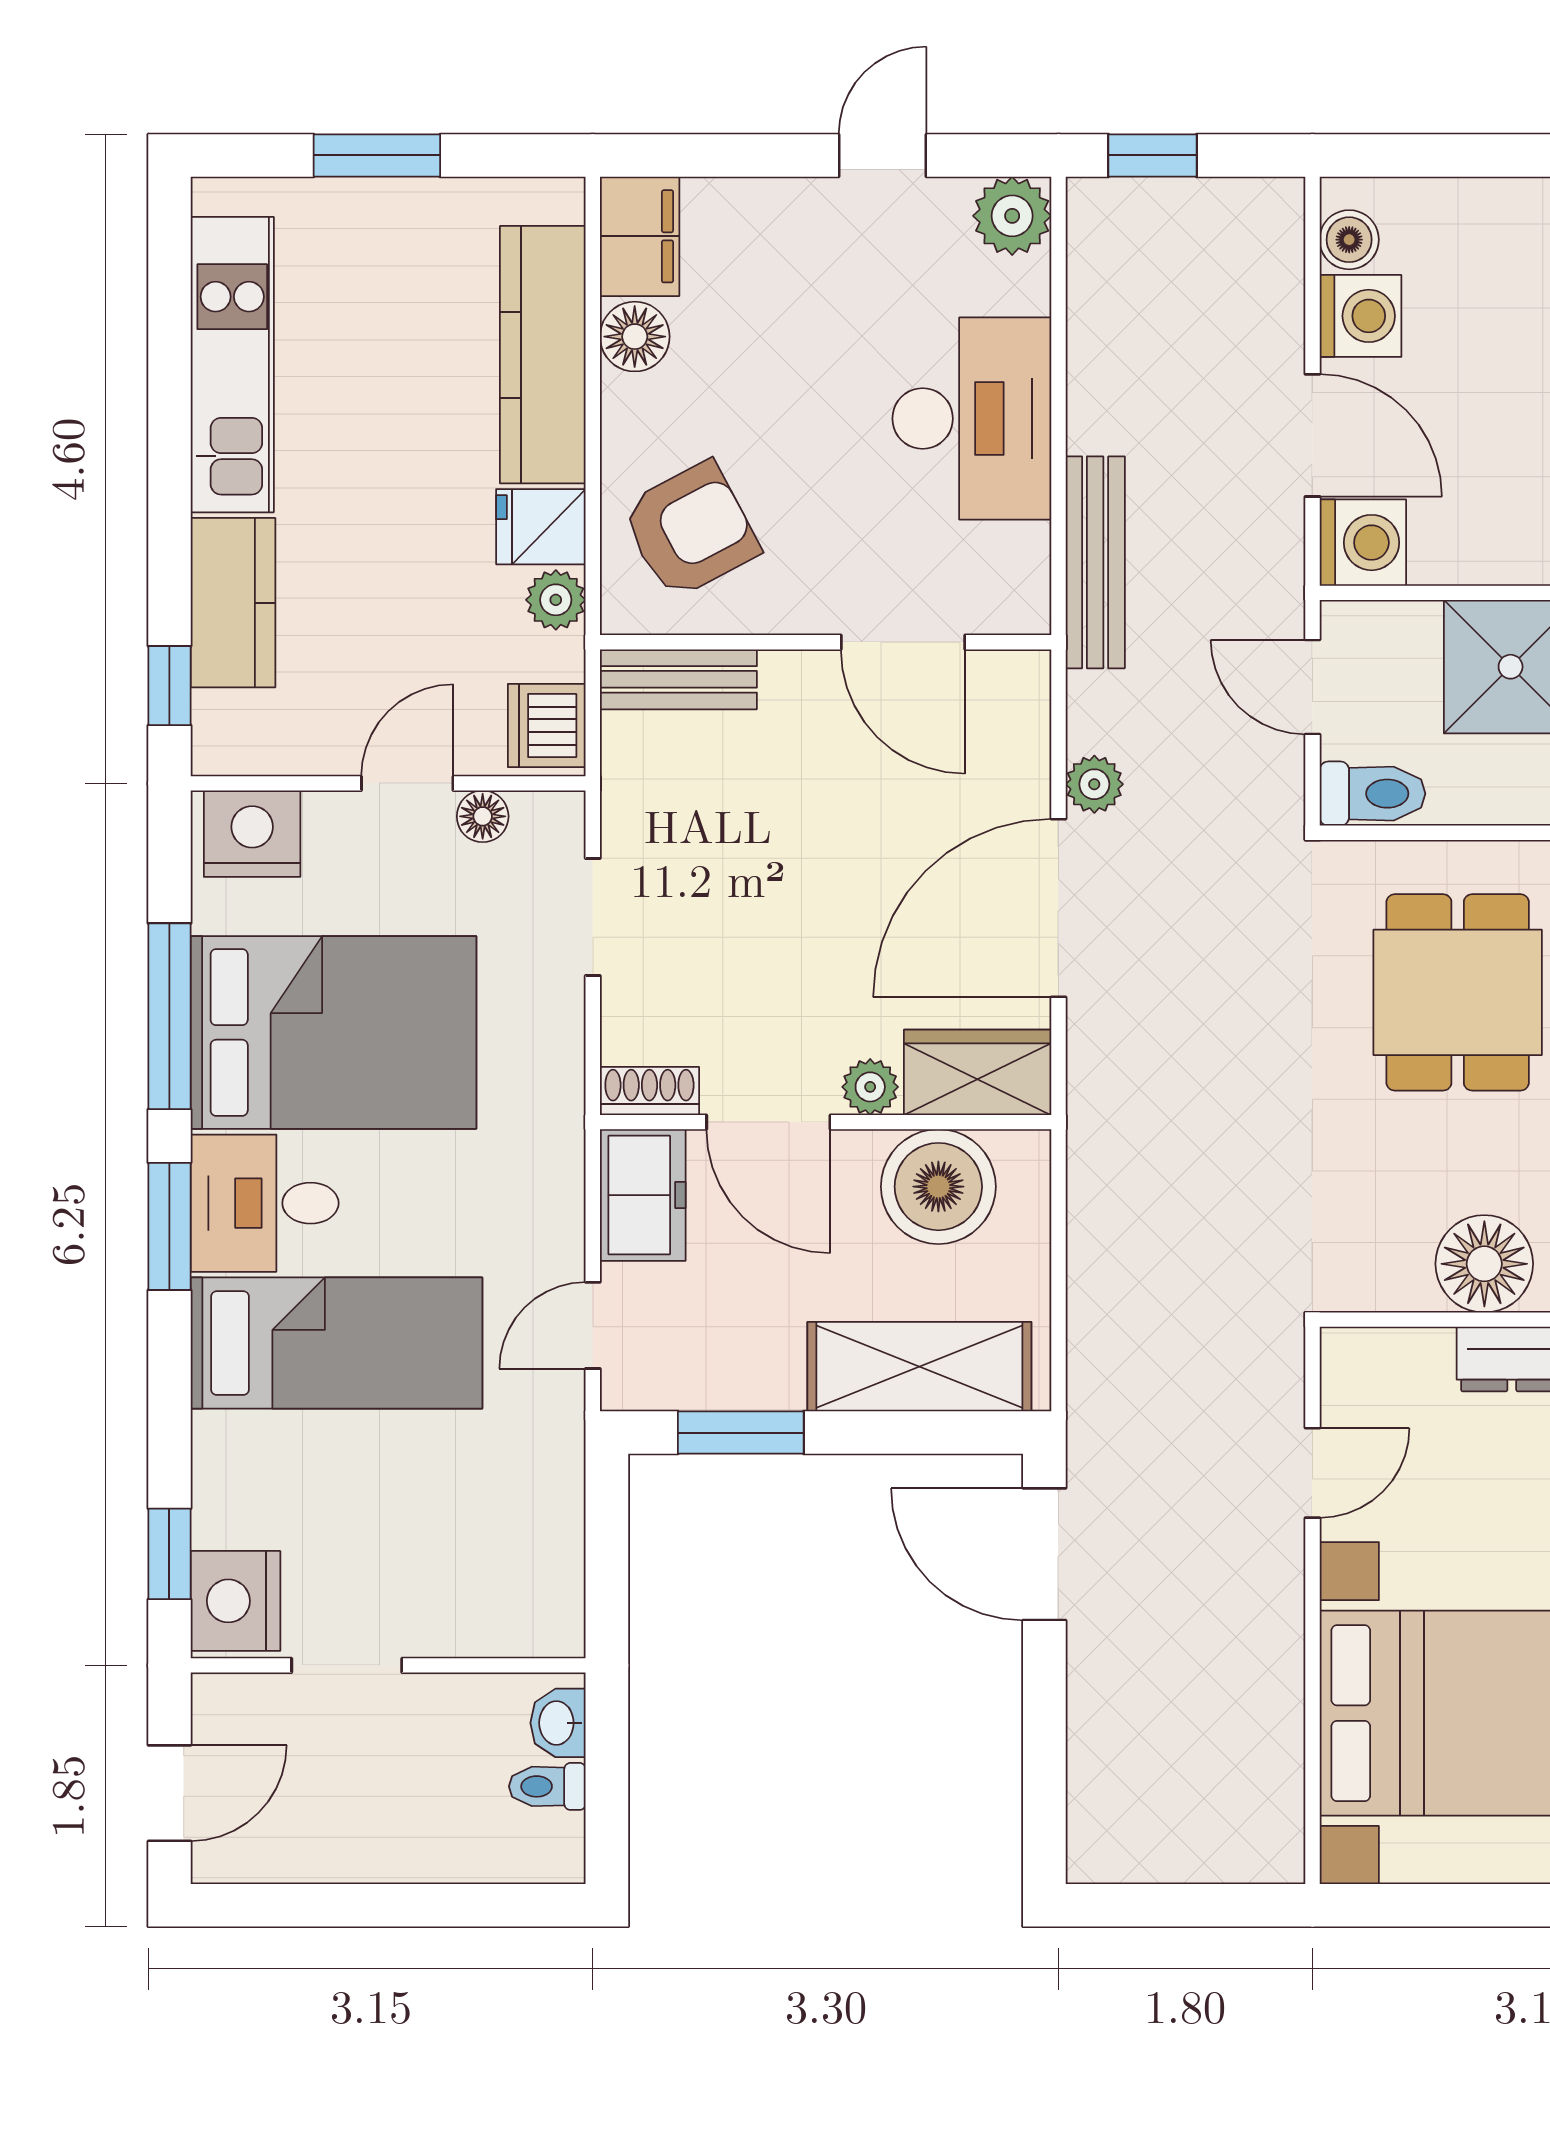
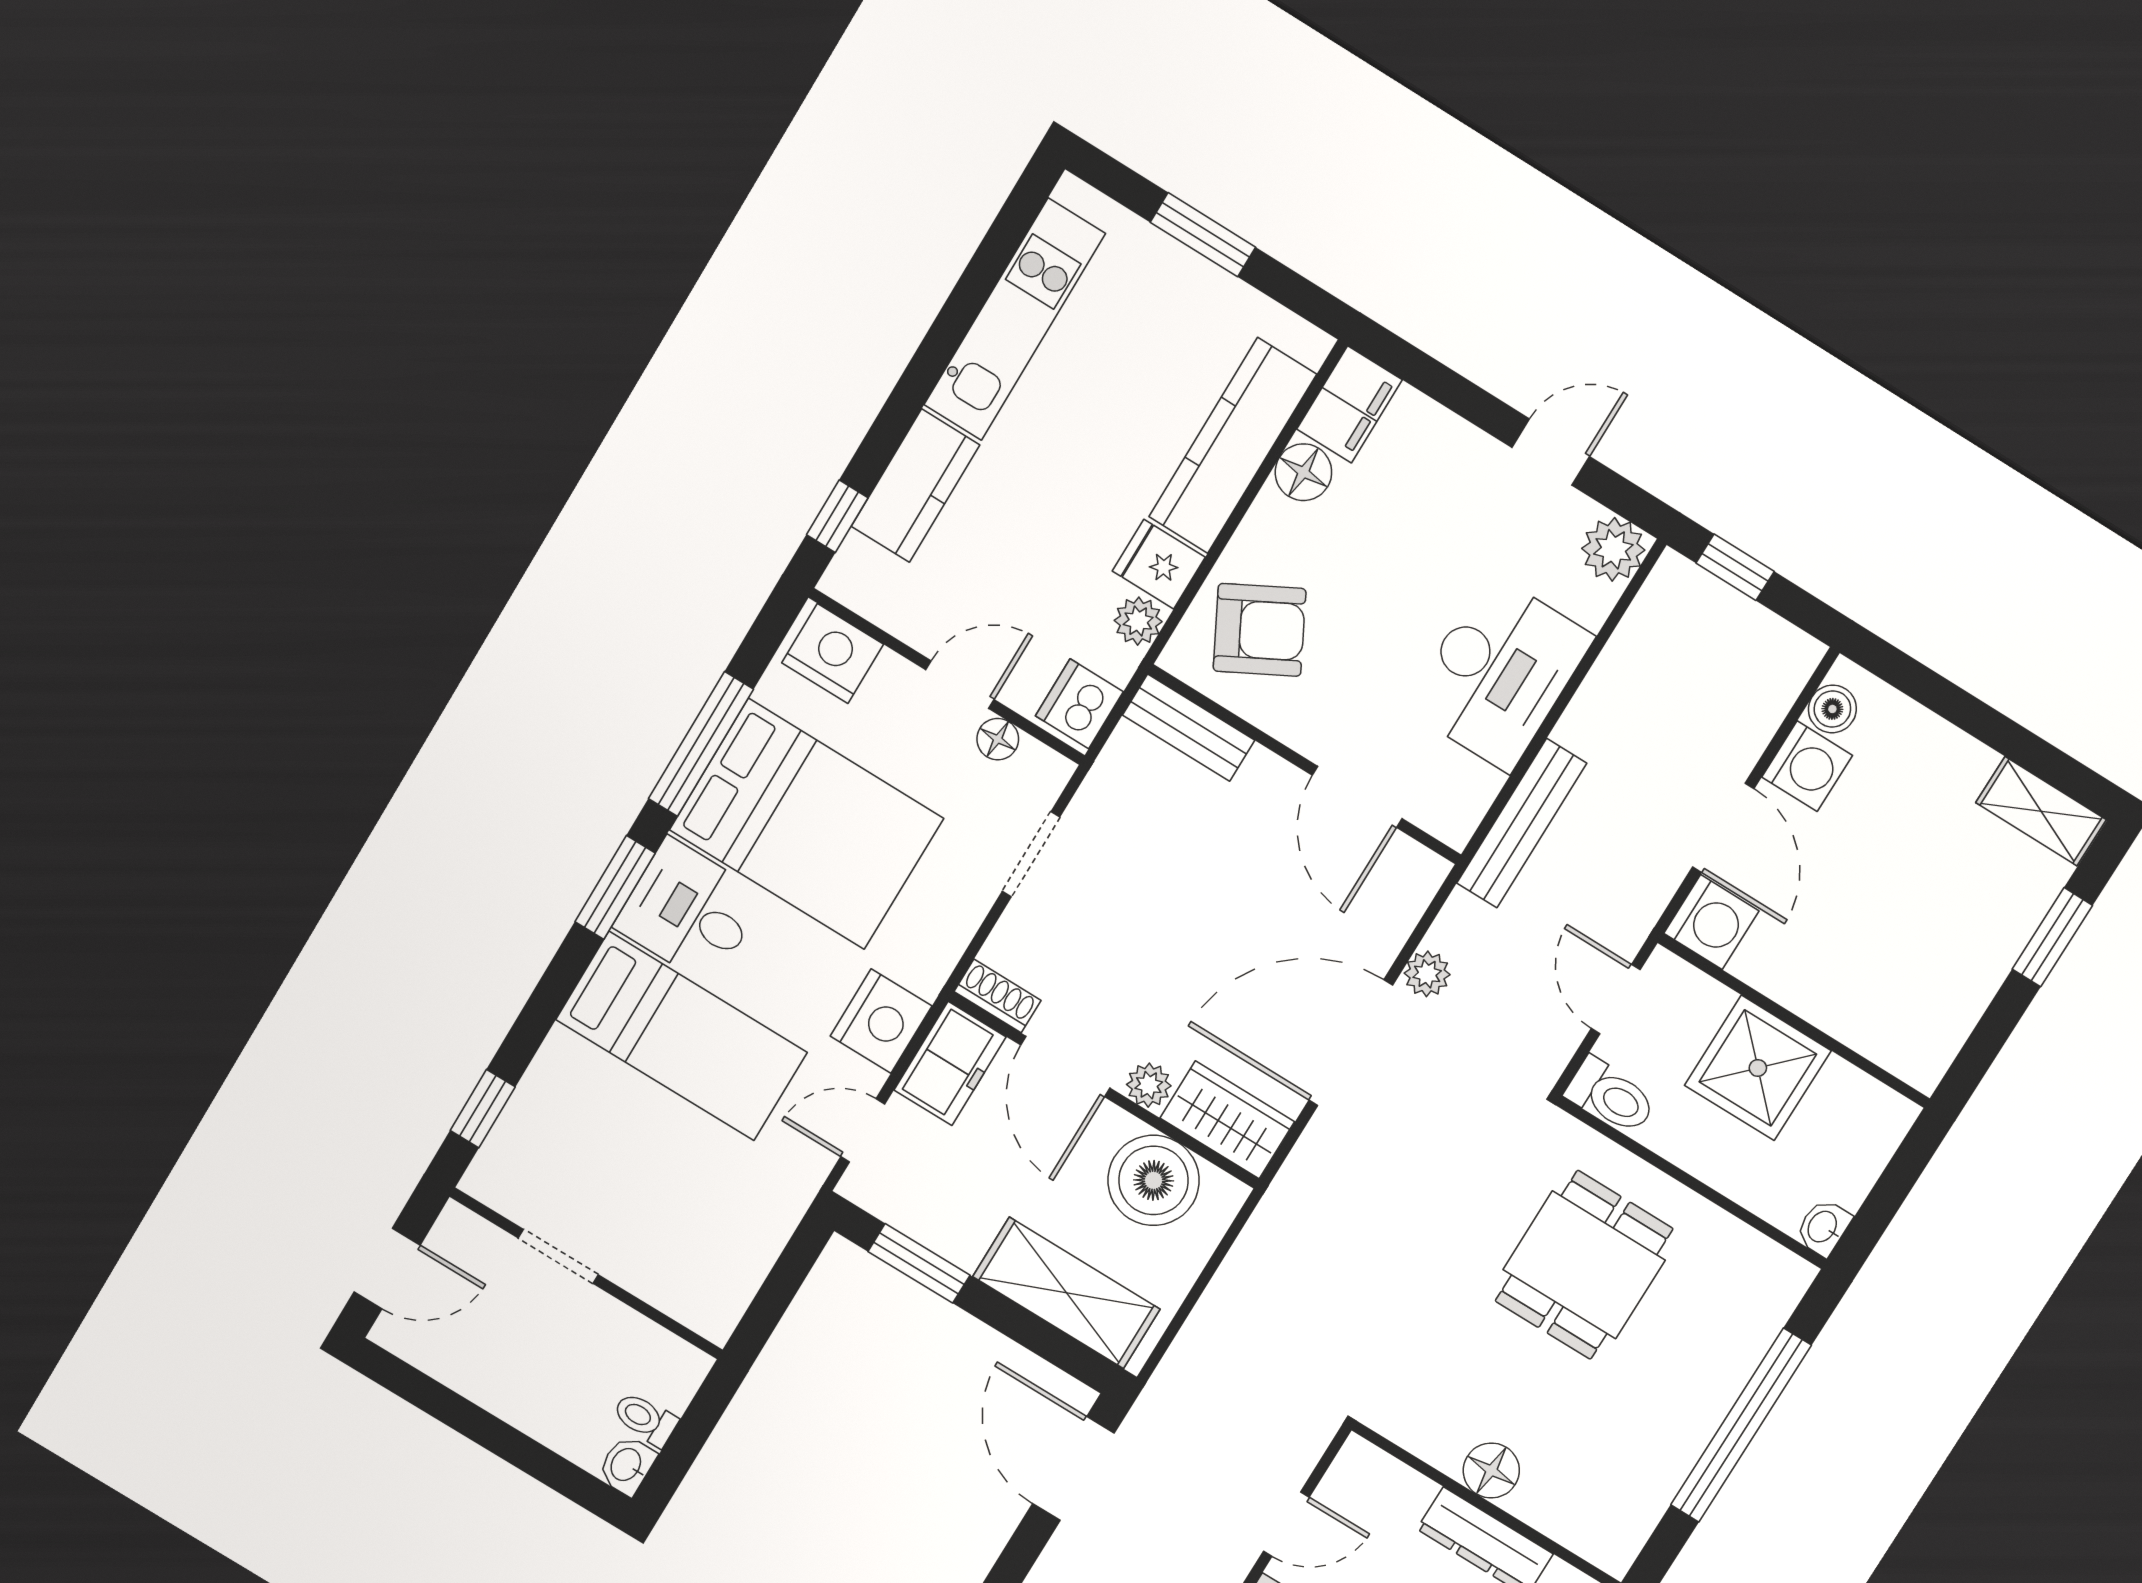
floor lamp: (1484, 1264) -> (1491, 1471), width x0.73, depth x0.73
nightstand: (235, 1601) -> (881, 1021), moved, turned 180
washbasin: (558, 1723) -> (627, 1465), moved

